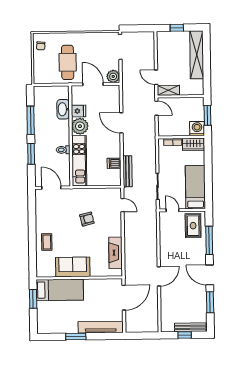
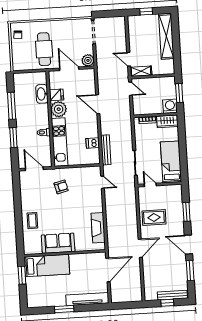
armchair: (87, 219) -> (61, 187), moved
rug: (193, 226) -> (154, 217), moved, turned 90
window: (209, 240) -> (186, 212), width x0.69

